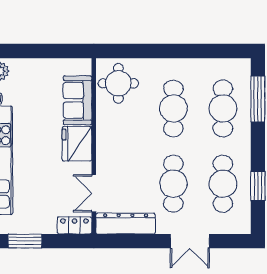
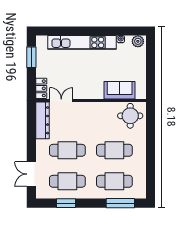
fridge: (77, 144) -> (92, 90), removed
double door: (190, 241) -> (31, 174), moved

